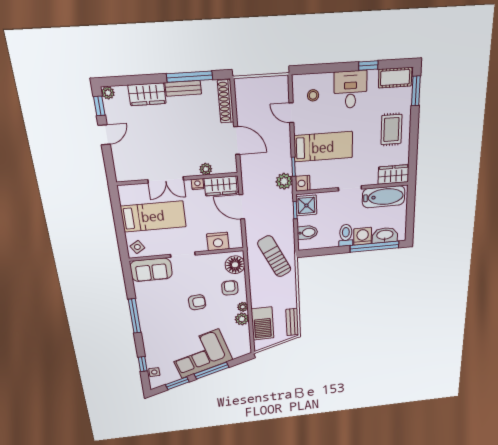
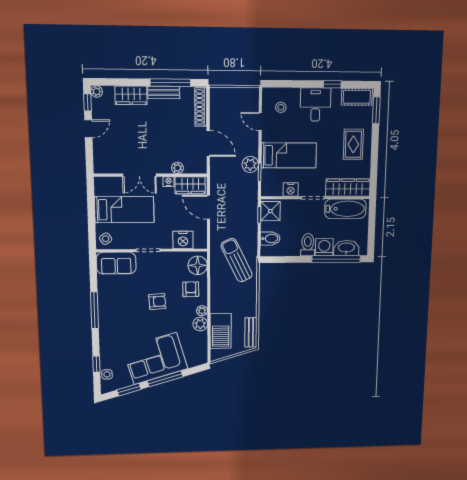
wardrobe: (394, 175) -> (348, 188), width x1.50
plant: (284, 181) -> (250, 164), moved
nightstand: (303, 183) -> (291, 190), moved, turned -90

